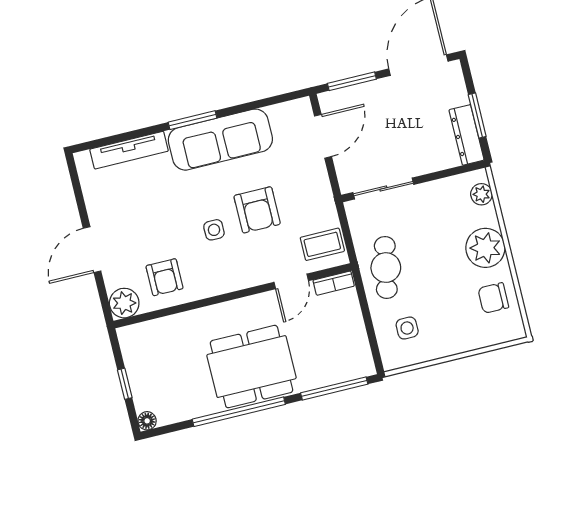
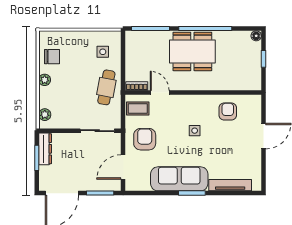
armchair: (257, 210) -> (145, 139), moved
plant: (485, 248) -> (45, 80), width x0.53, depth x0.53
door: (291, 281) -> (160, 92), hinge flipped
plant: (124, 303) -> (253, 103), removed

